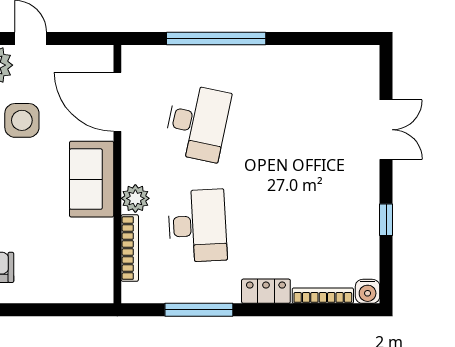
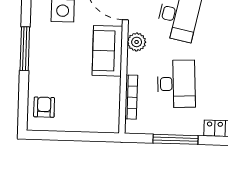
plant: (135, 198) -> (137, 42), moved

